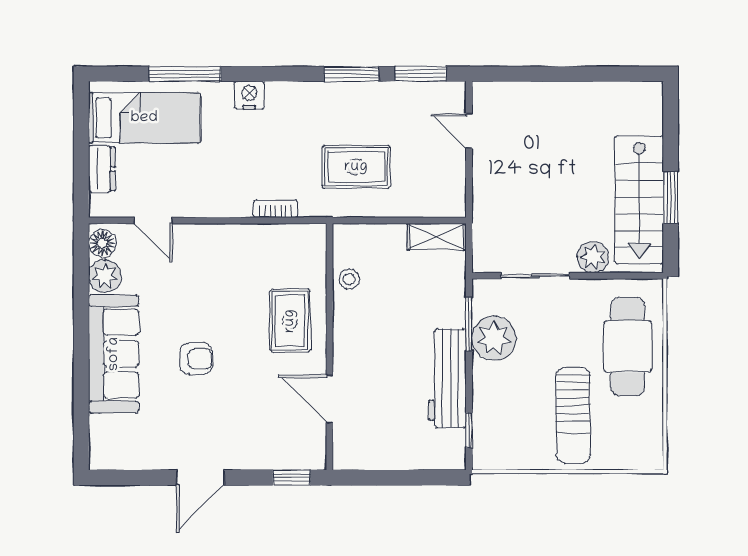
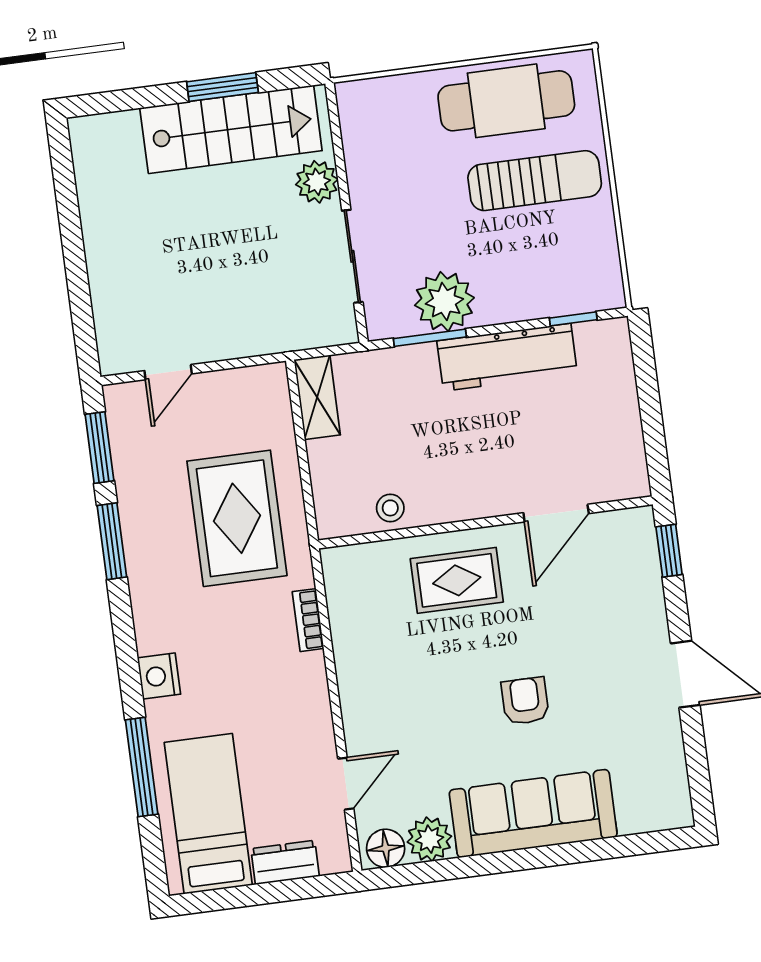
rug: (356, 167) -> (237, 518), width x1.36, depth x1.43
cafe table: (628, 346) -> (506, 101), moved

